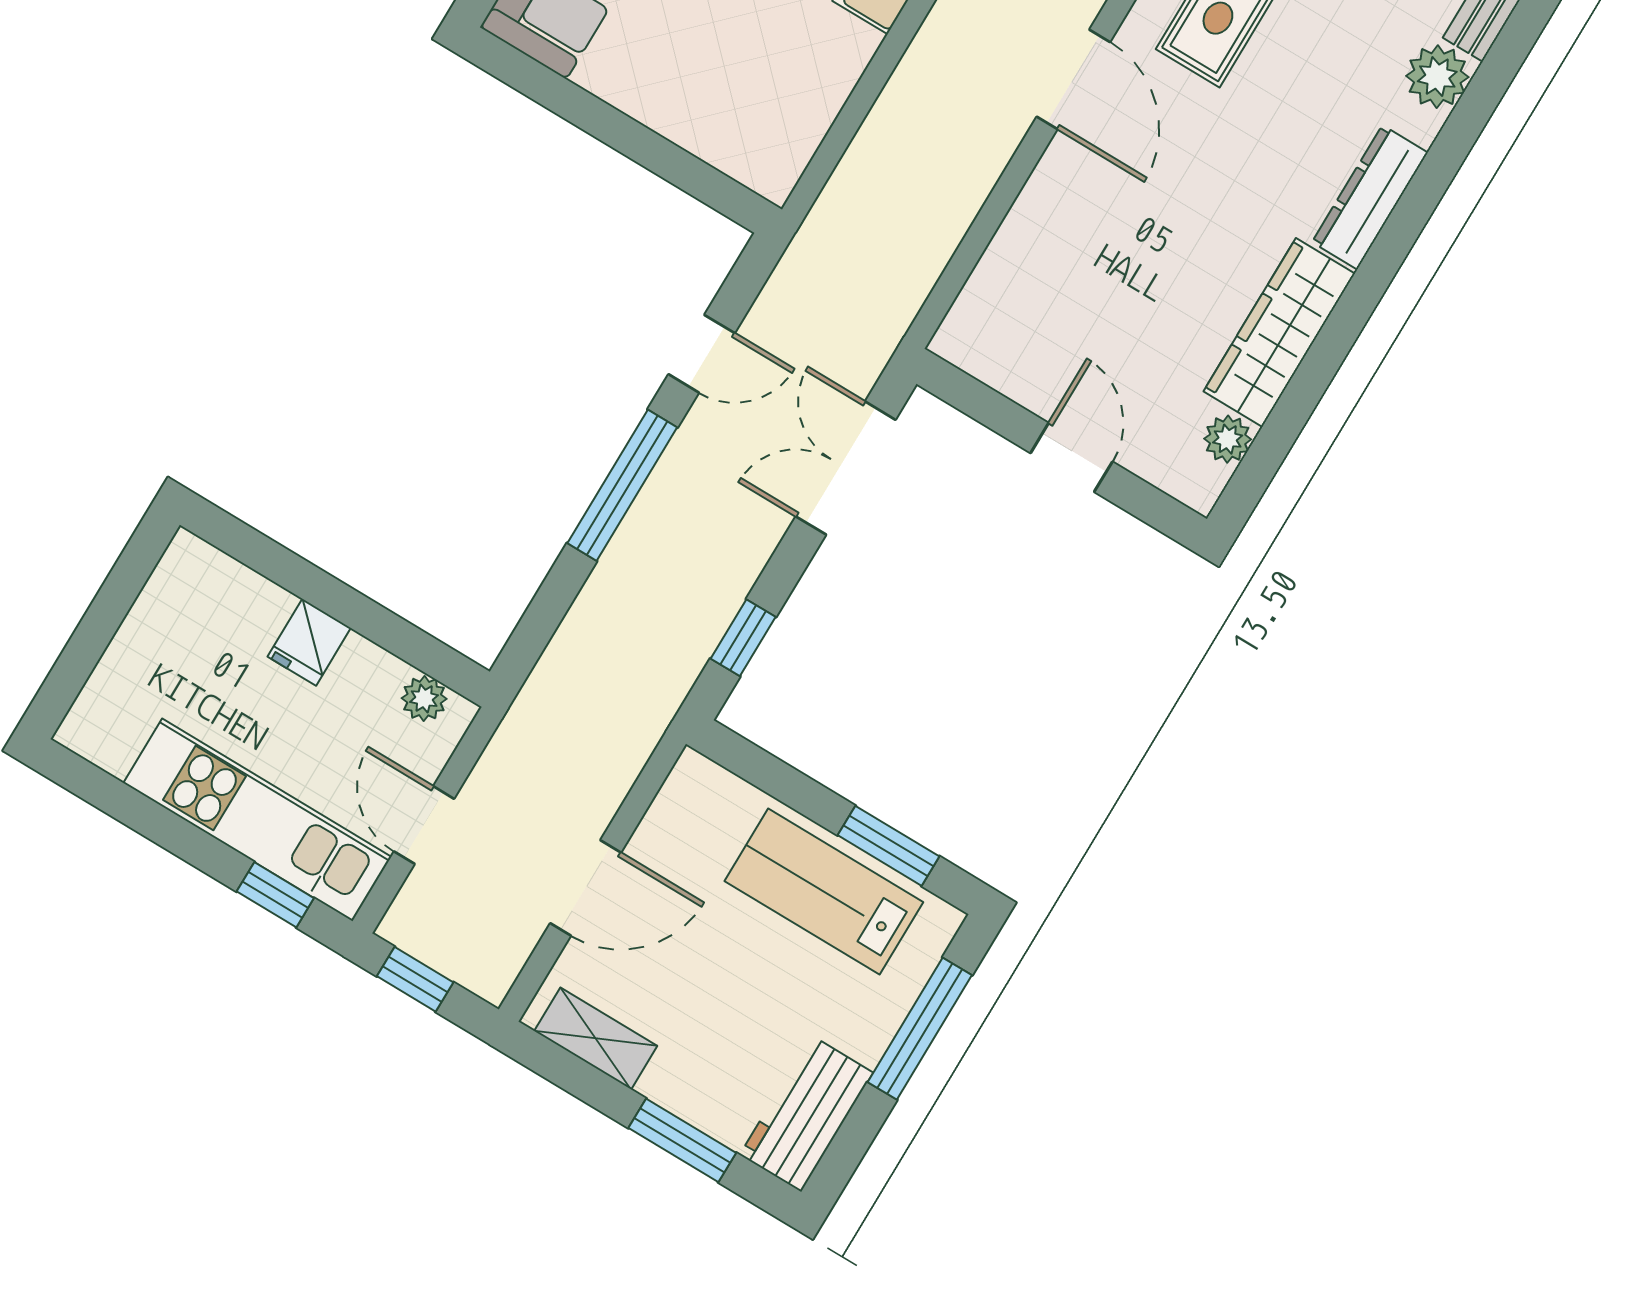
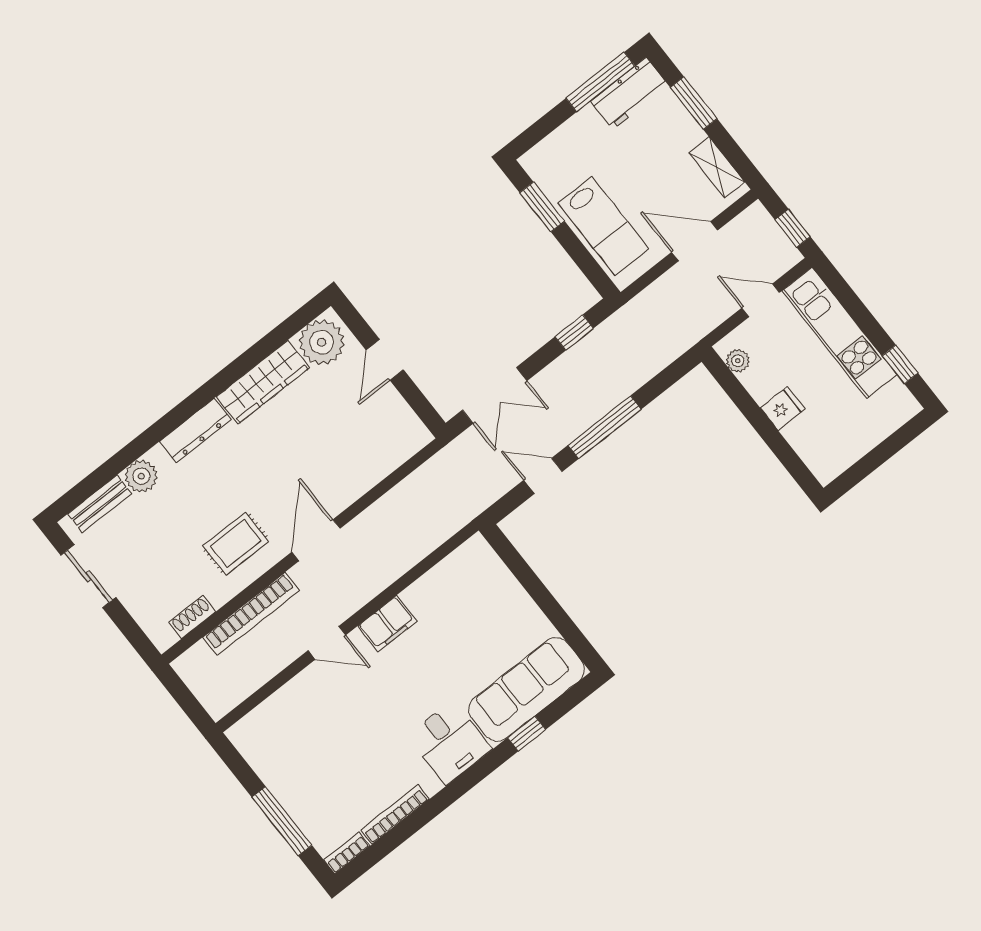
plant: (1228, 439) -> (322, 342), width x1.88, depth x1.88
door: (424, 825) -> (761, 300), swing flipped
lab bench: (824, 892) -> (603, 226), moved
window: (275, 895) -> (900, 364), moved
window: (920, 1029) -> (600, 82), moved

